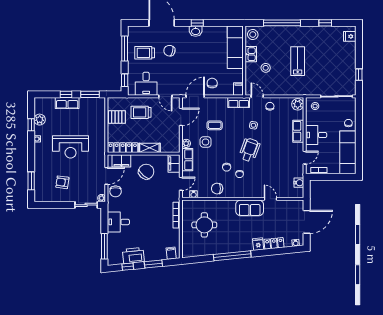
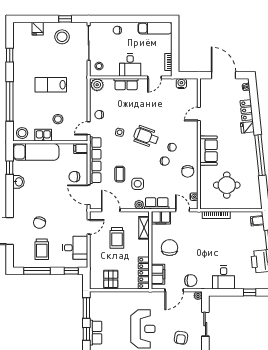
window: (197, 23) -> (10, 168), moved
washbasin: (196, 31) -> (19, 182), moved
fridge: (350, 36) -> (38, 29), moved
stool: (342, 72) -> (62, 37), added
row of seats: (239, 103) -> (95, 160), width x2.02
trolley: (141, 112) -> (117, 238), moved
shelving: (149, 148) -> (144, 228), moved
exam couch: (348, 152) -> (155, 28), width x0.73, depth x0.69
door: (305, 158) -> (154, 77), swing flipped
chair: (146, 172) -> (170, 248), turned 50
door: (106, 176) -> (174, 290), swing flipped
sliding door: (86, 205) -> (205, 324), moved
sofa: (250, 208) -> (209, 151), moved
window: (104, 246) -> (250, 292), width x0.46

